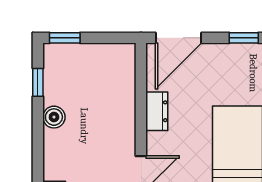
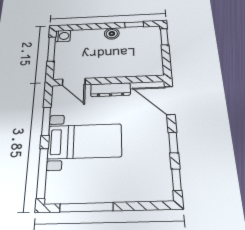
dresser: (157, 111) -> (110, 90), width x1.44

